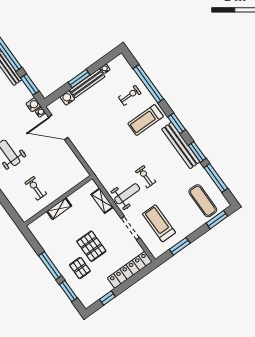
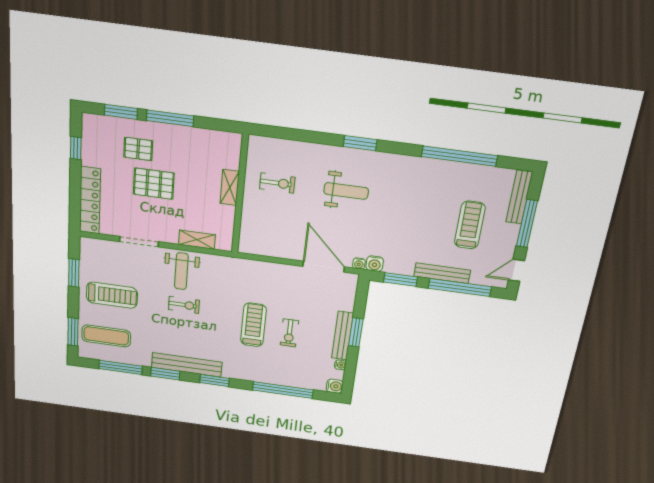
exercise bike: (130, 95) -> (289, 333), moved
water cooler: (67, 98) -> (335, 386), moved
treadmill: (146, 120) -> (253, 325), moved
door: (58, 127) -> (324, 267), hinge flipped
treadmill: (159, 223) -> (112, 295), moved

